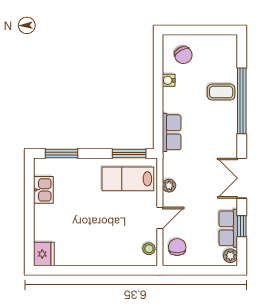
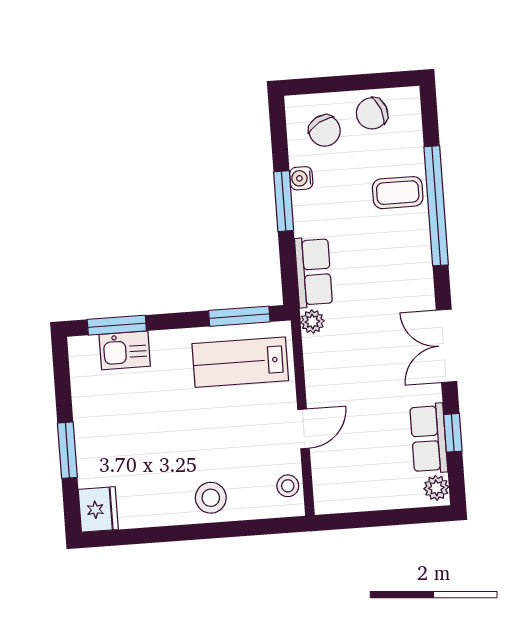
window: (158, 92) -> (284, 201), added
plant: (169, 186) -> (312, 322), moved
kitchen sink: (43, 190) -> (125, 350), moved, turned 90
window: (29, 220) -> (67, 450), added
chair: (177, 247) -> (372, 113), moved, turned -110
stool: (106, 252) -> (211, 498), added

